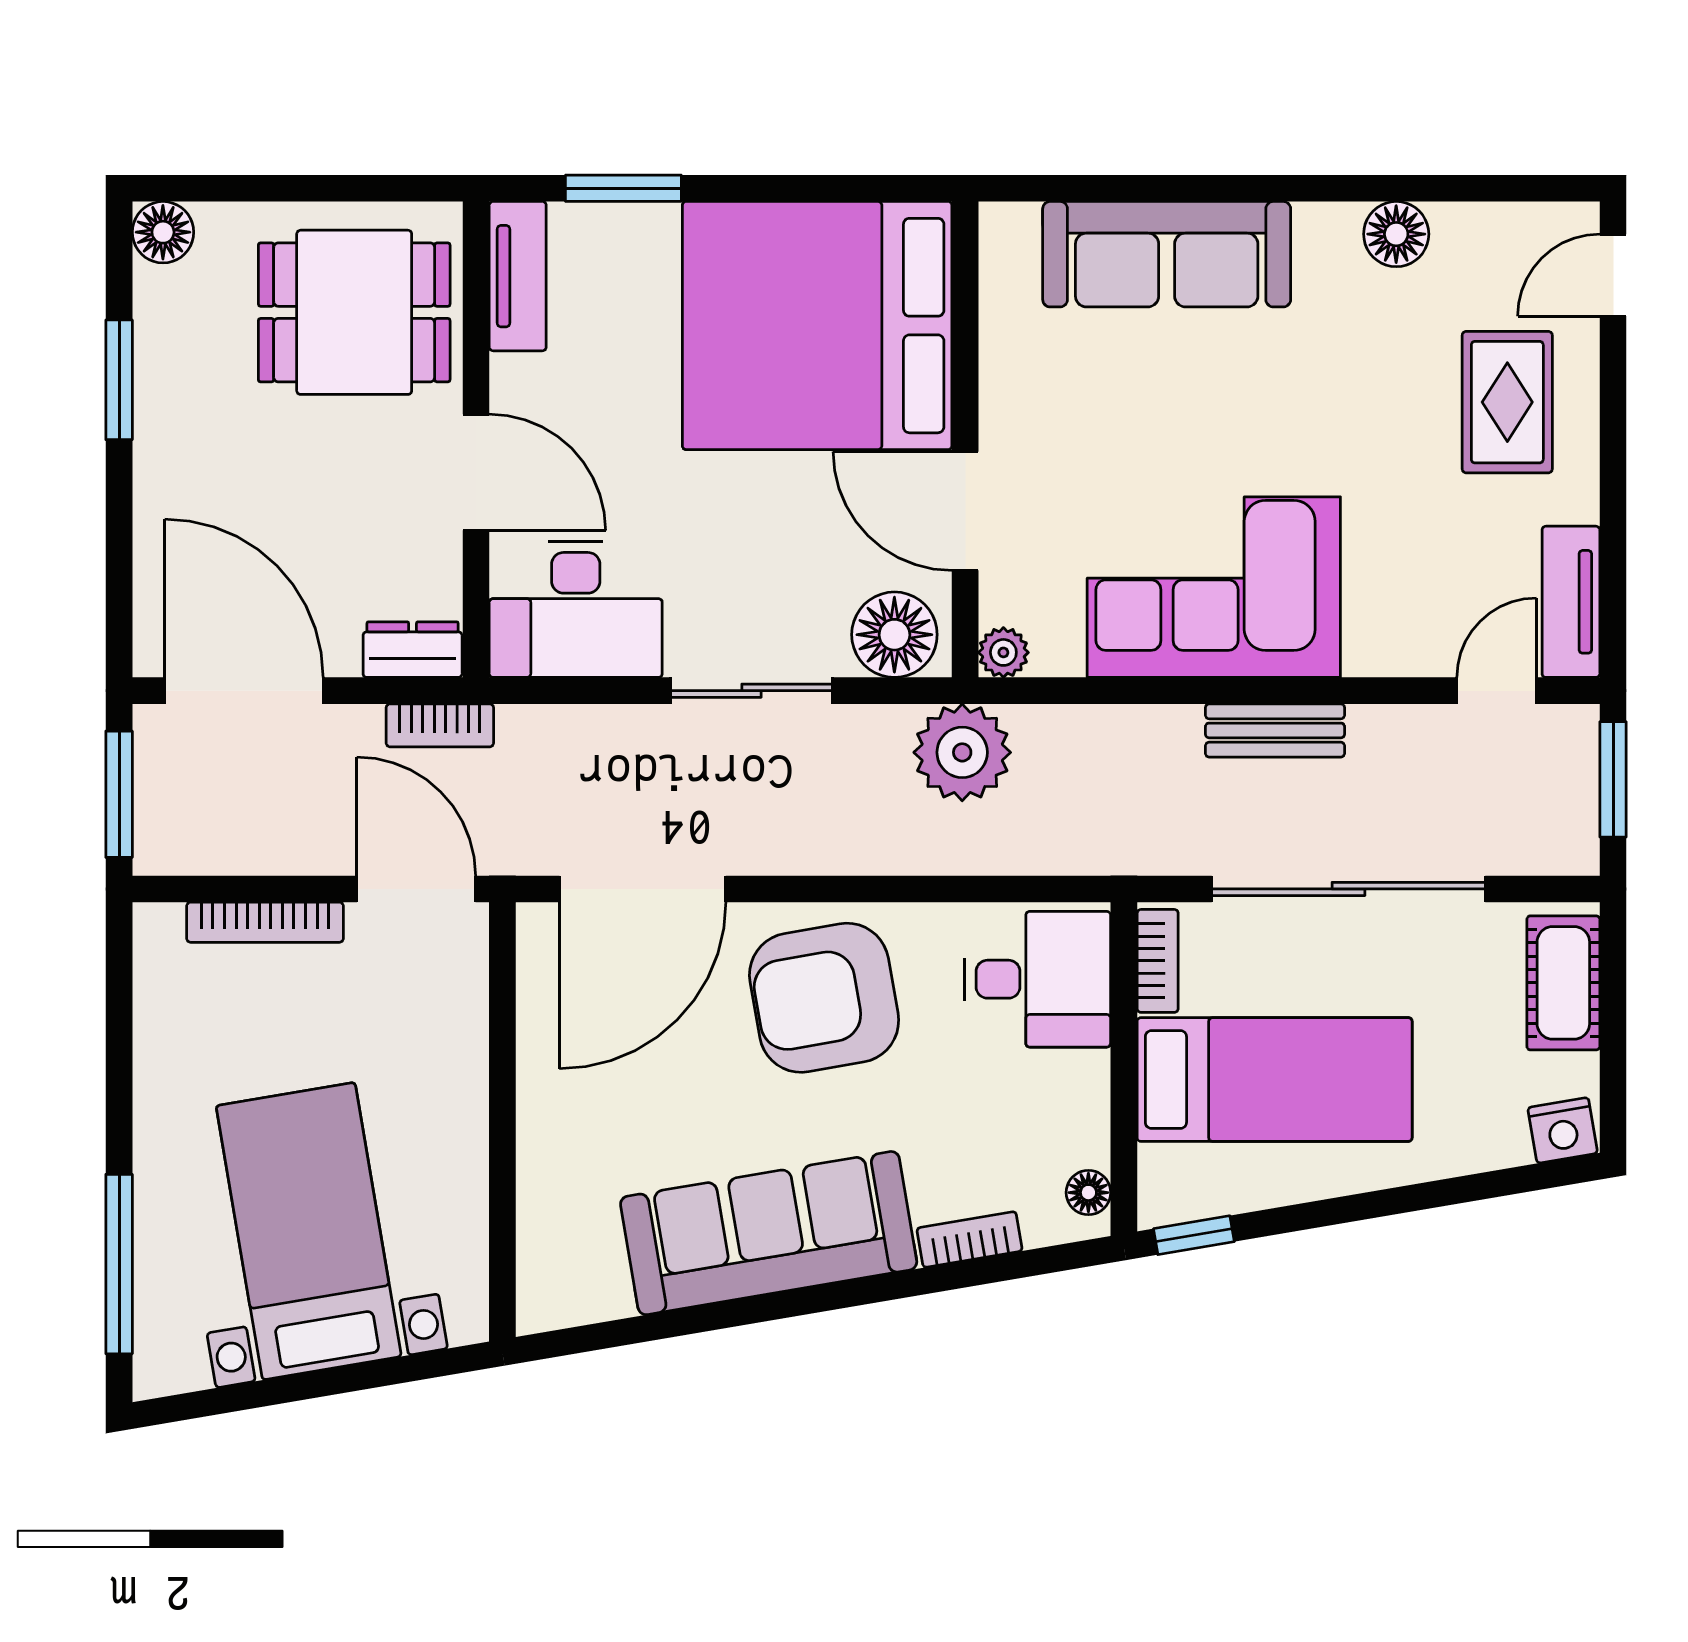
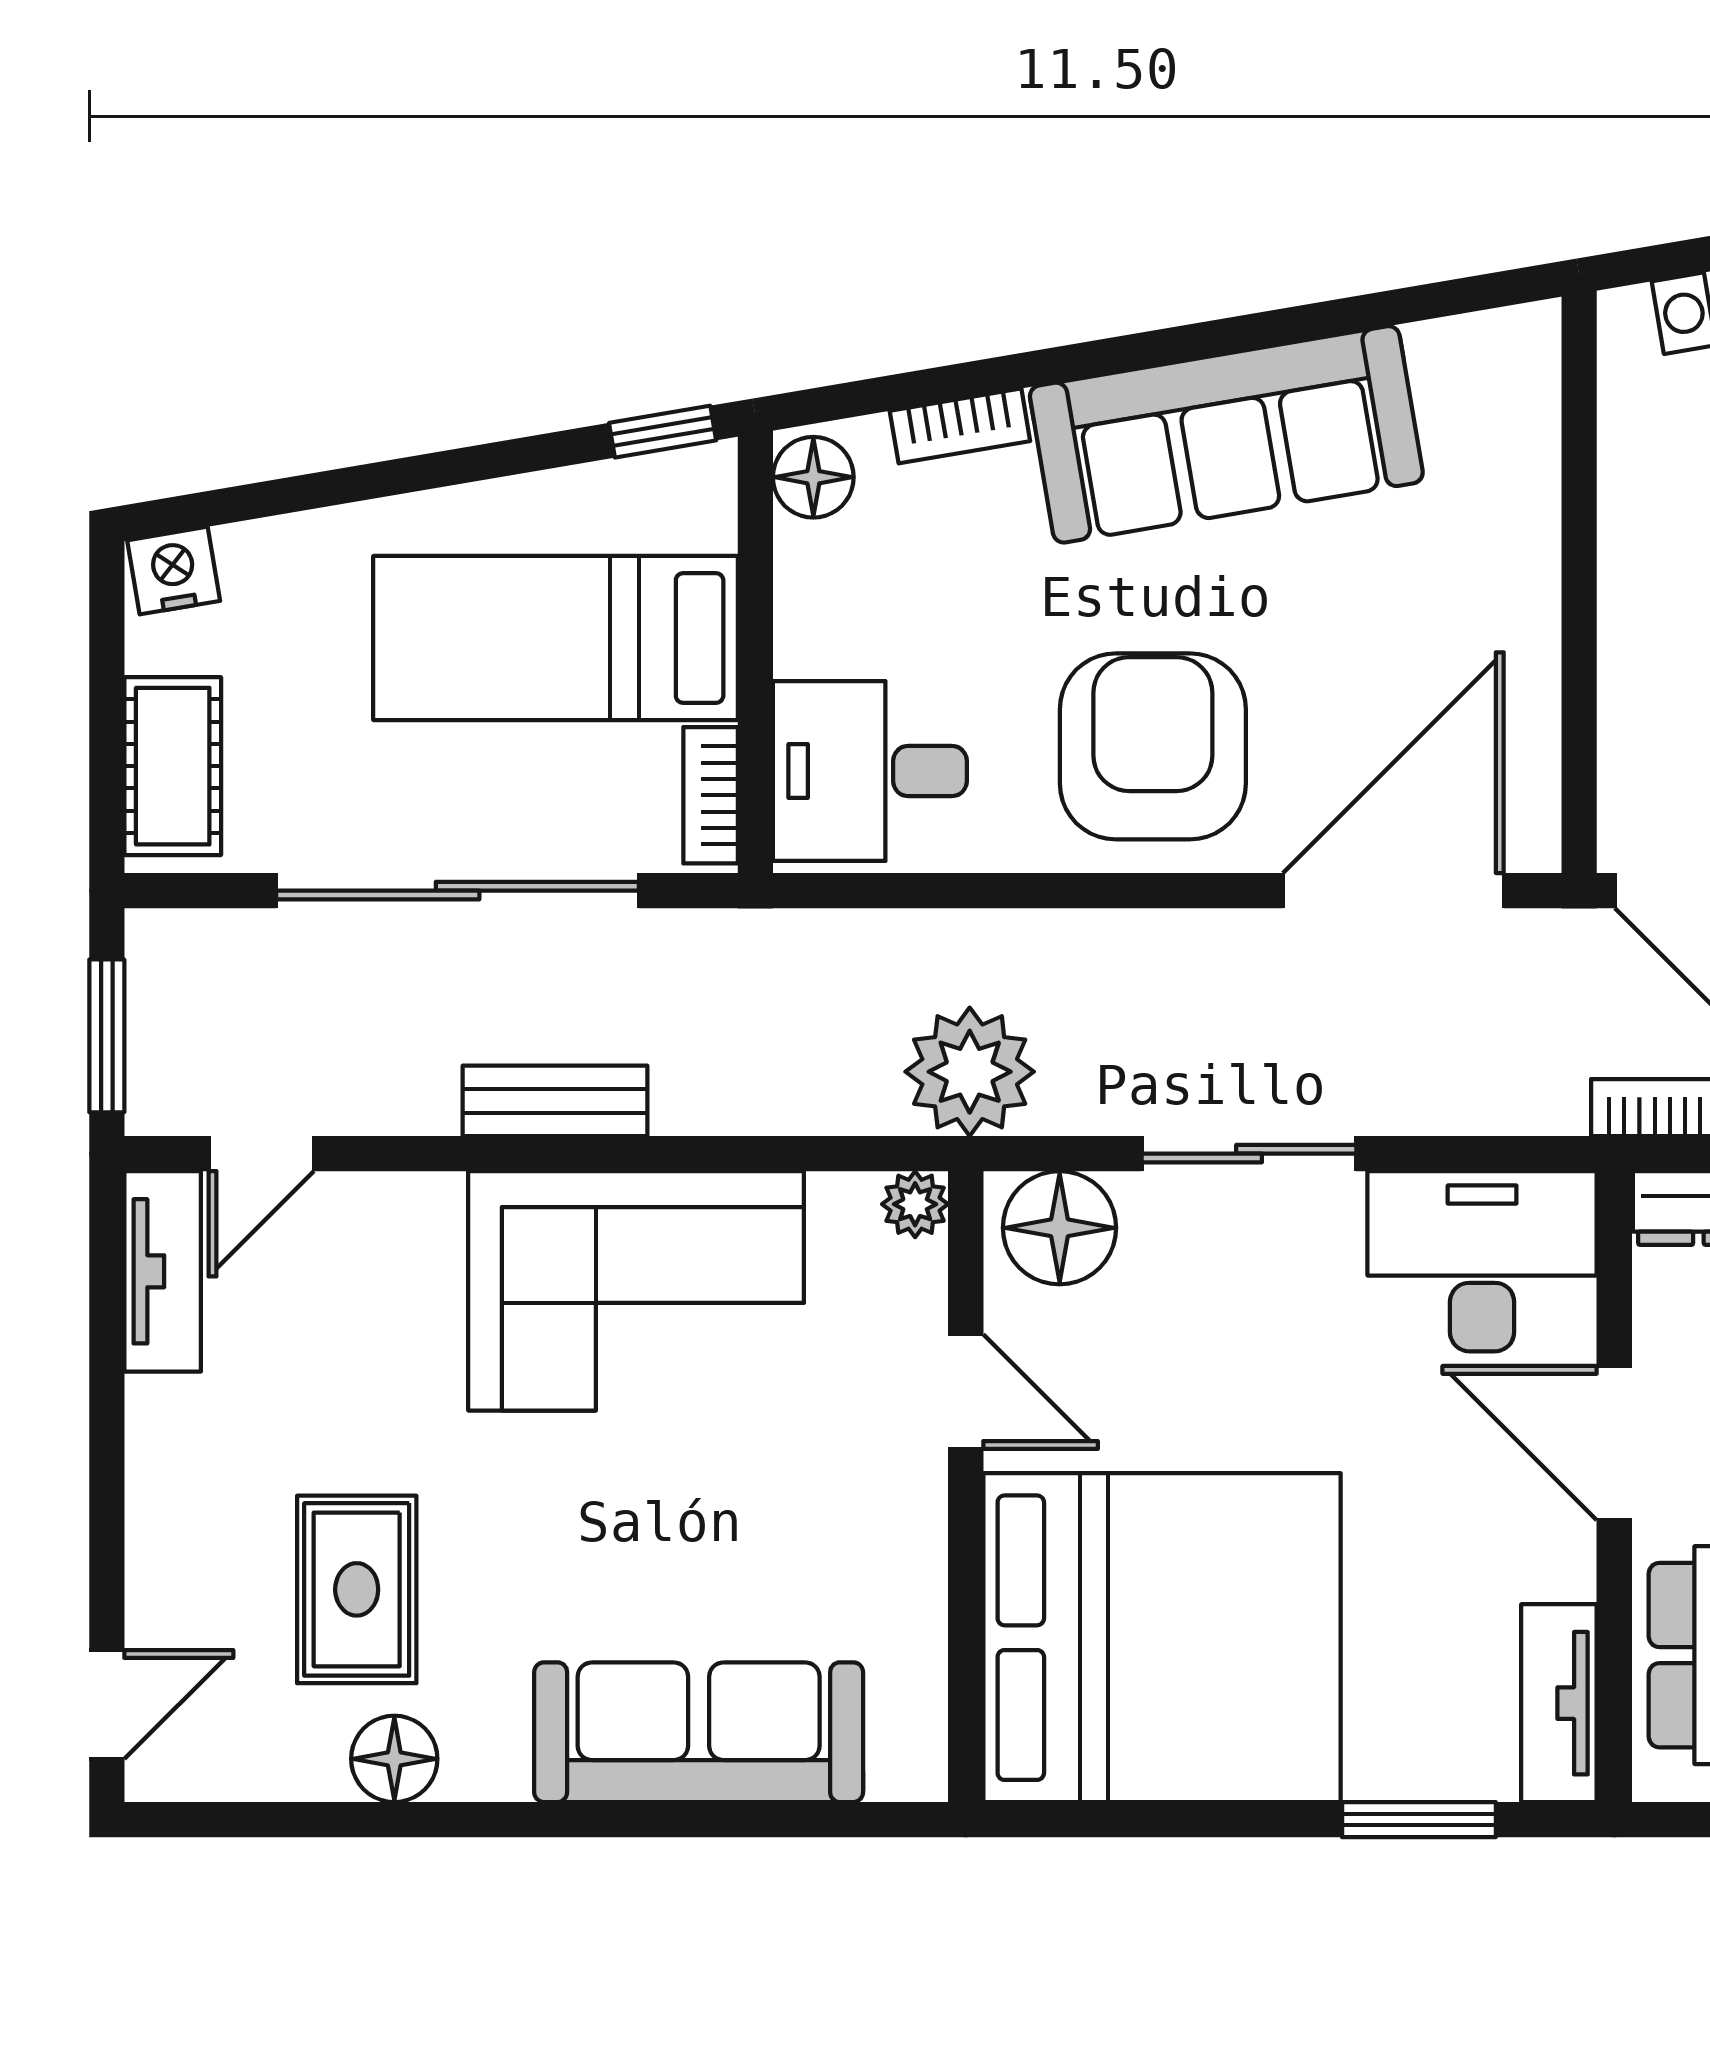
rug: (1507, 402) -> (357, 1589), moved
door: (965, 511) -> (966, 1392), width x0.73
armchair: (824, 998) -> (1153, 746), turned -80
floor lamp: (1088, 1193) -> (813, 477), width x1.37, depth x1.37

